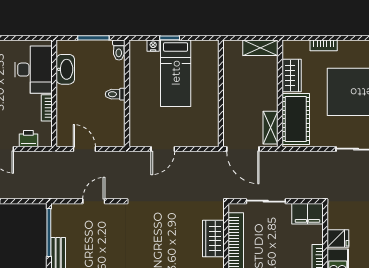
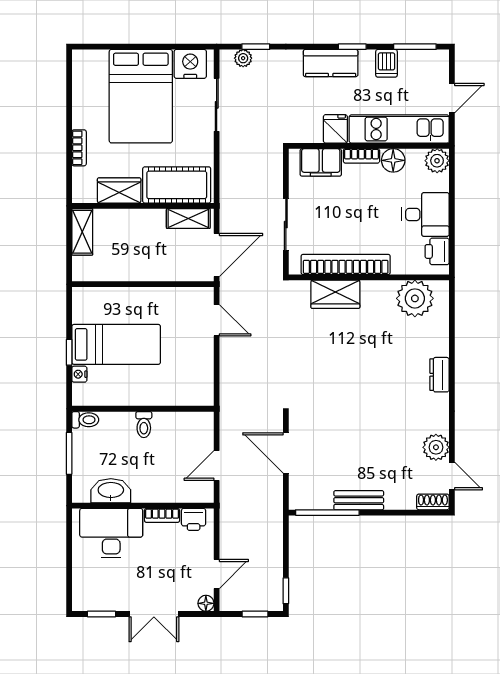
printer: (28, 139) -> (194, 519), moved, turned -90
door: (163, 149) -> (217, 320), moved
door: (94, 201) -> (286, 453), width x1.38
filing cabinet: (307, 214) -> (321, 162), moved, turned 90

